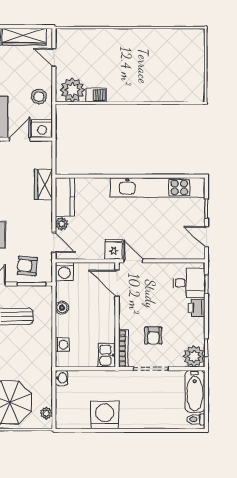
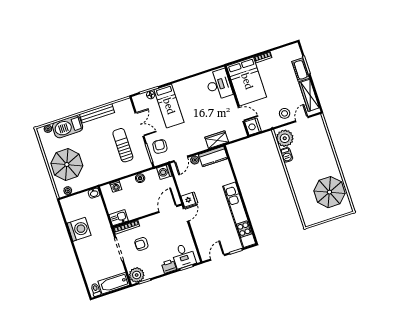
parasol: (167, 53) -> (329, 192), added
stool: (39, 97) -> (285, 113), moved

